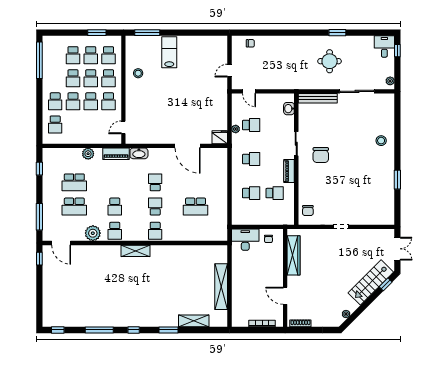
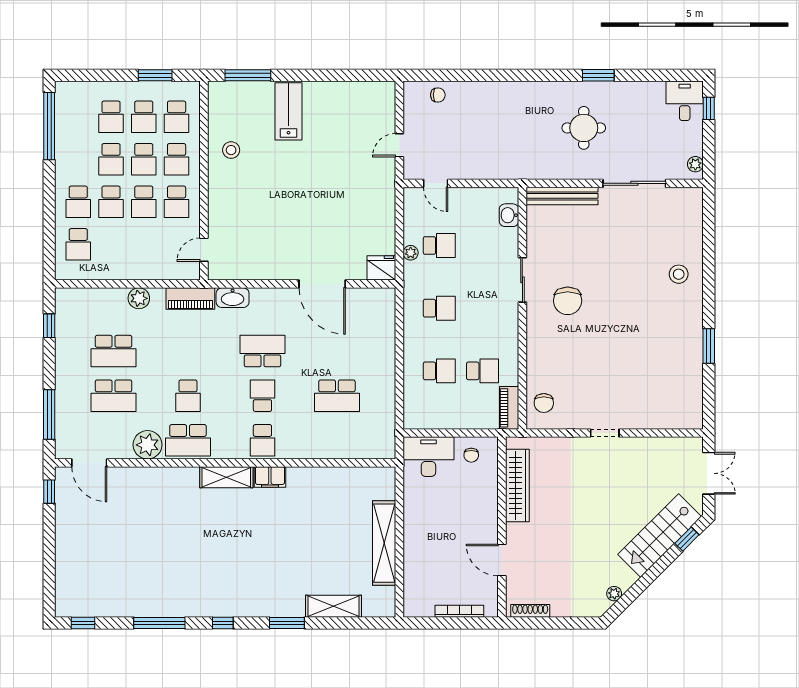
piano: (289, 171) -> (509, 408), moved
school desk: (155, 182) -> (262, 351), width x1.85
school desk: (115, 231) -> (188, 440), width x1.85
filing cabinet: (159, 251) -> (270, 477), added

